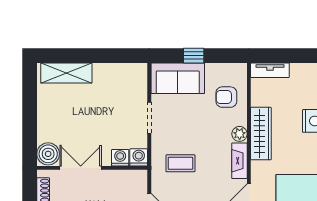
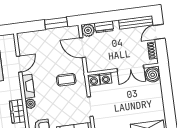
wardrobe: (261, 134) -> (17, 111), width x0.67

